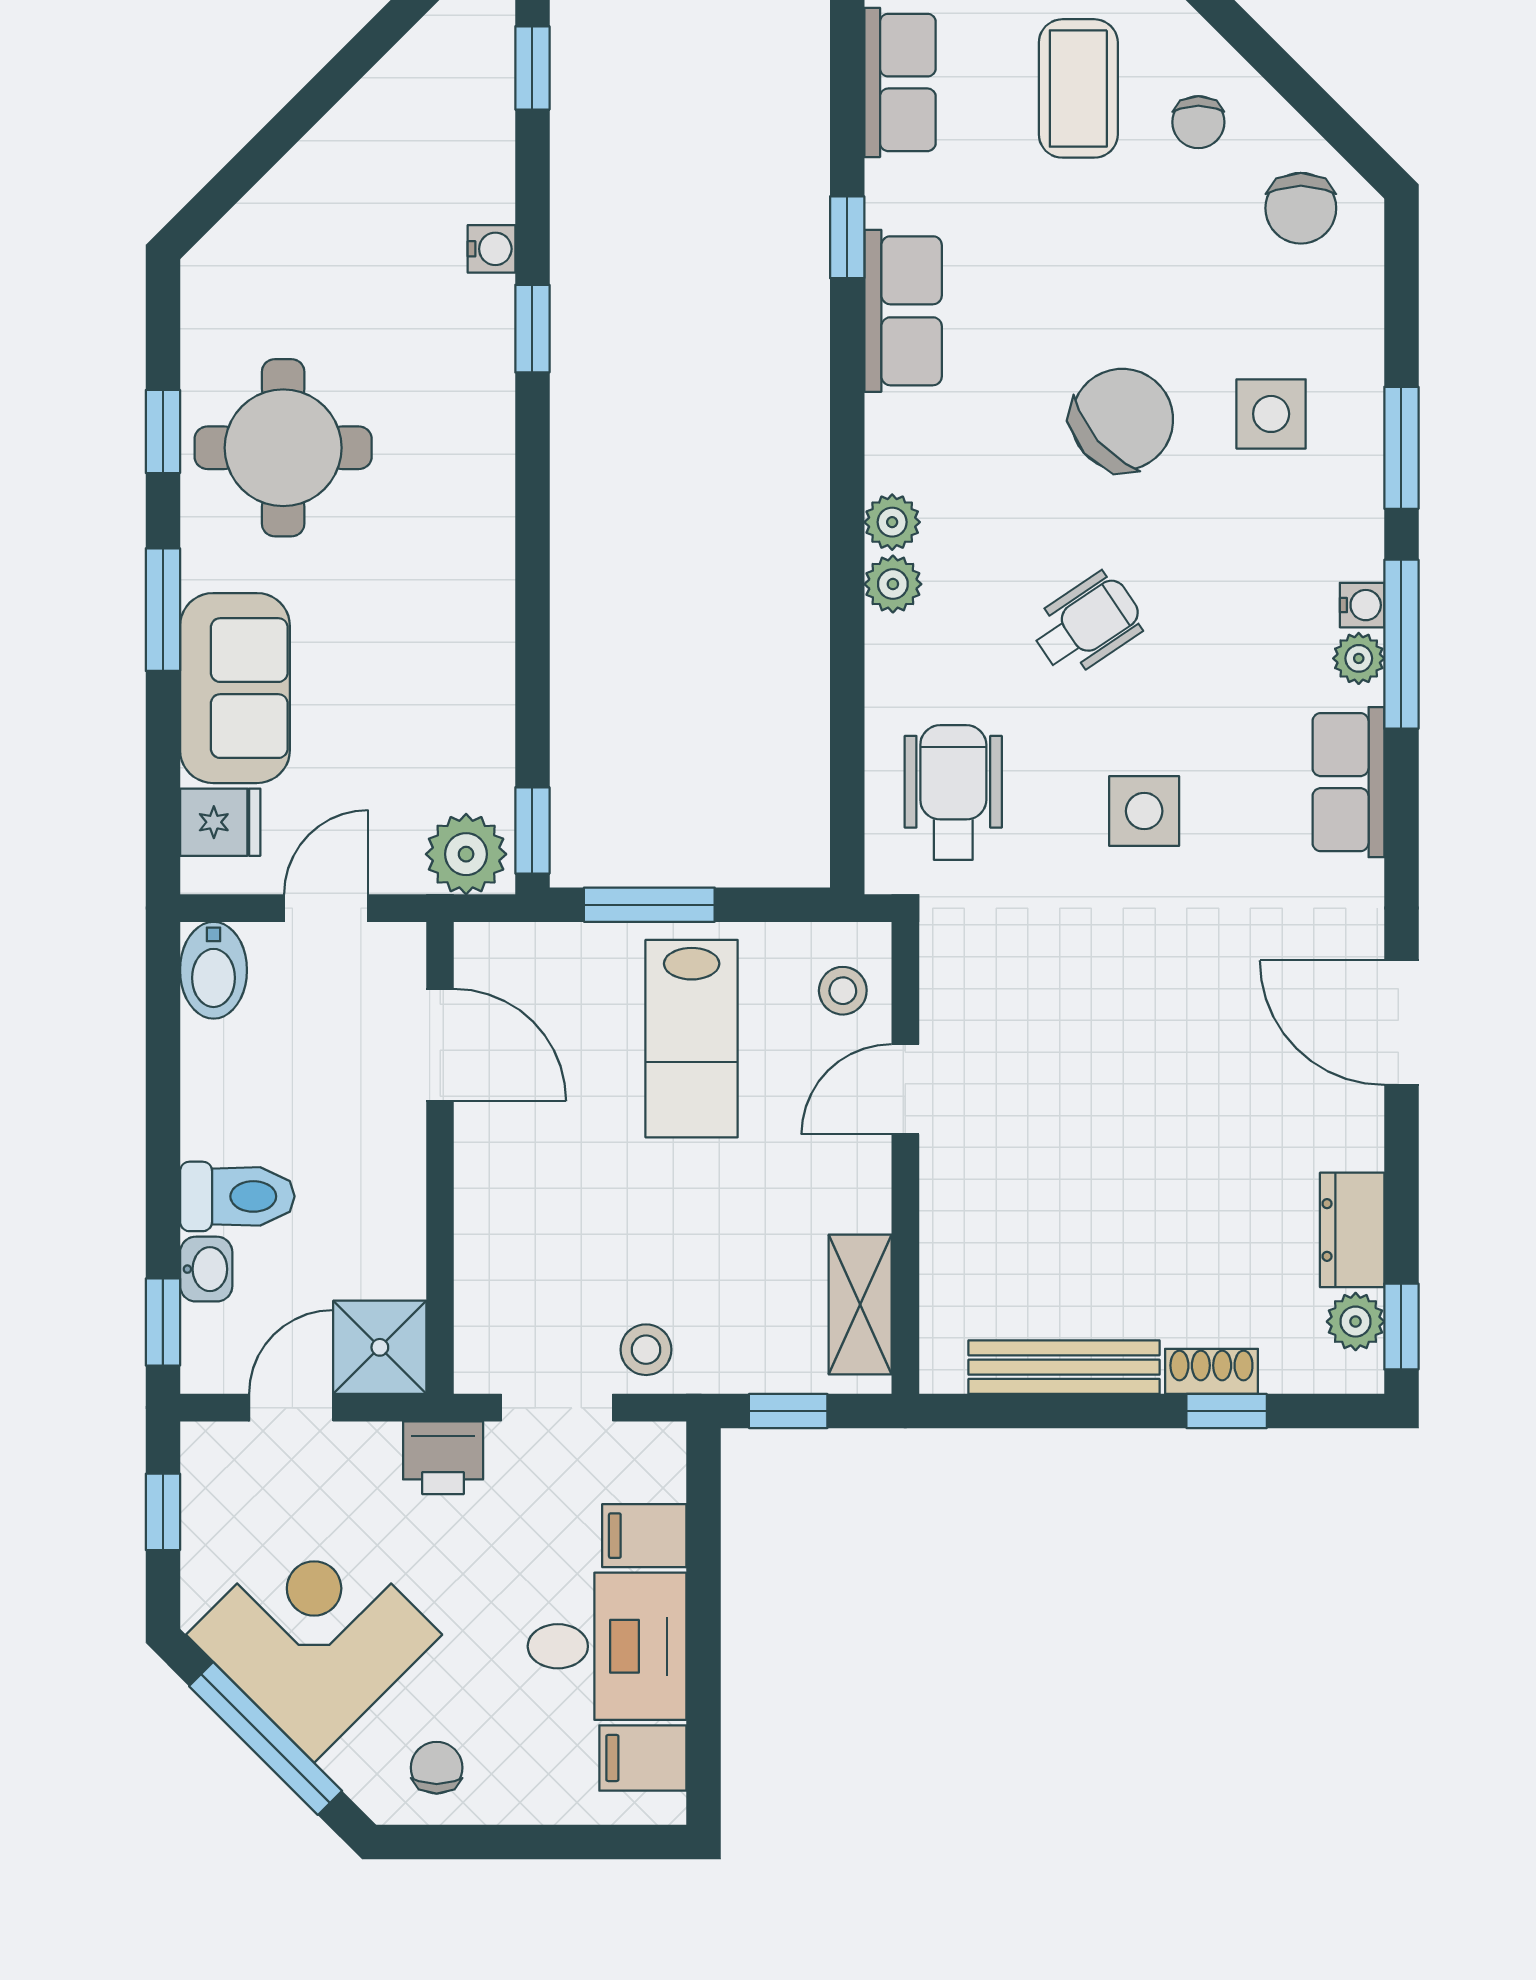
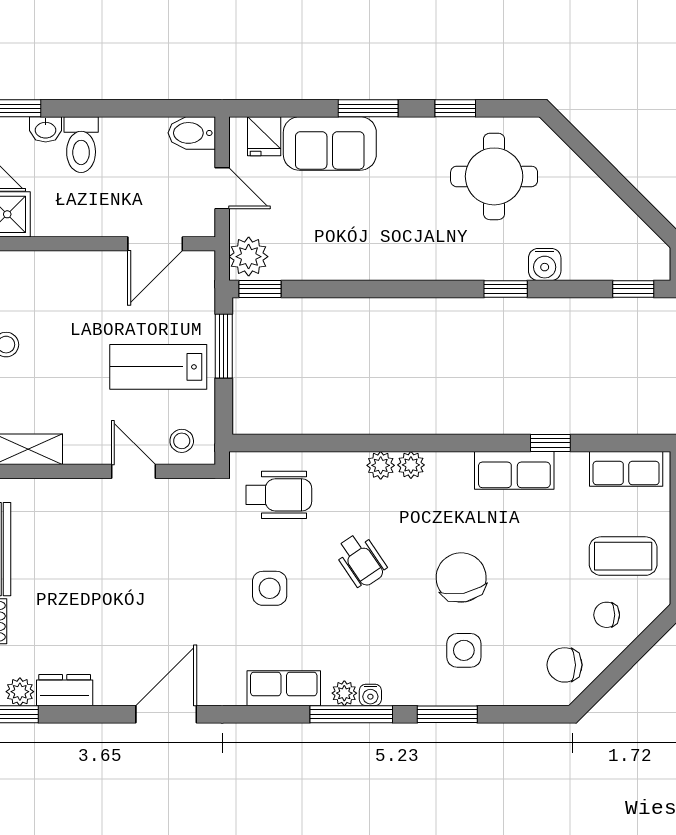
water cooler: (491, 249) -> (545, 264), width x1.38, depth x1.38
chair: (1122, 420) -> (461, 578), turned -150
round table: (283, 448) -> (494, 176), moved

